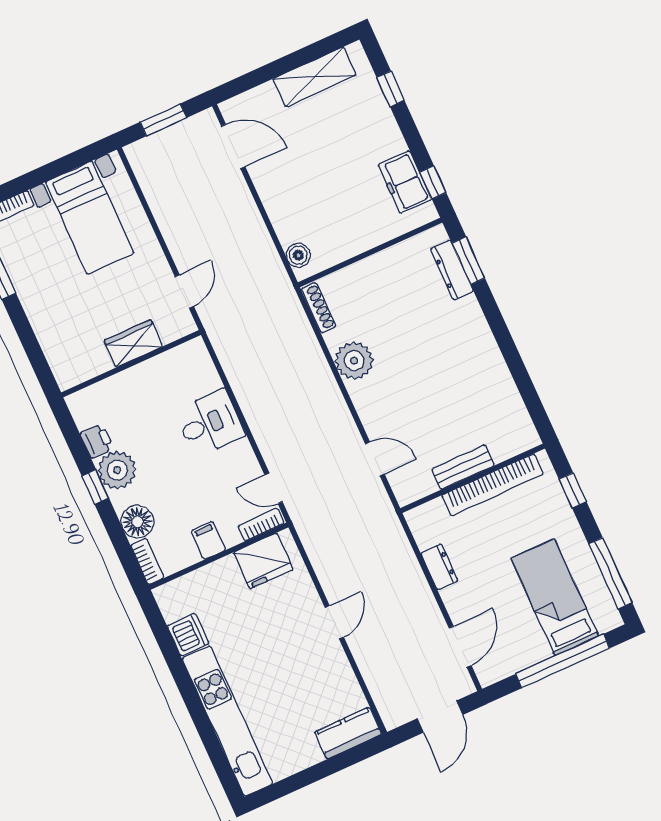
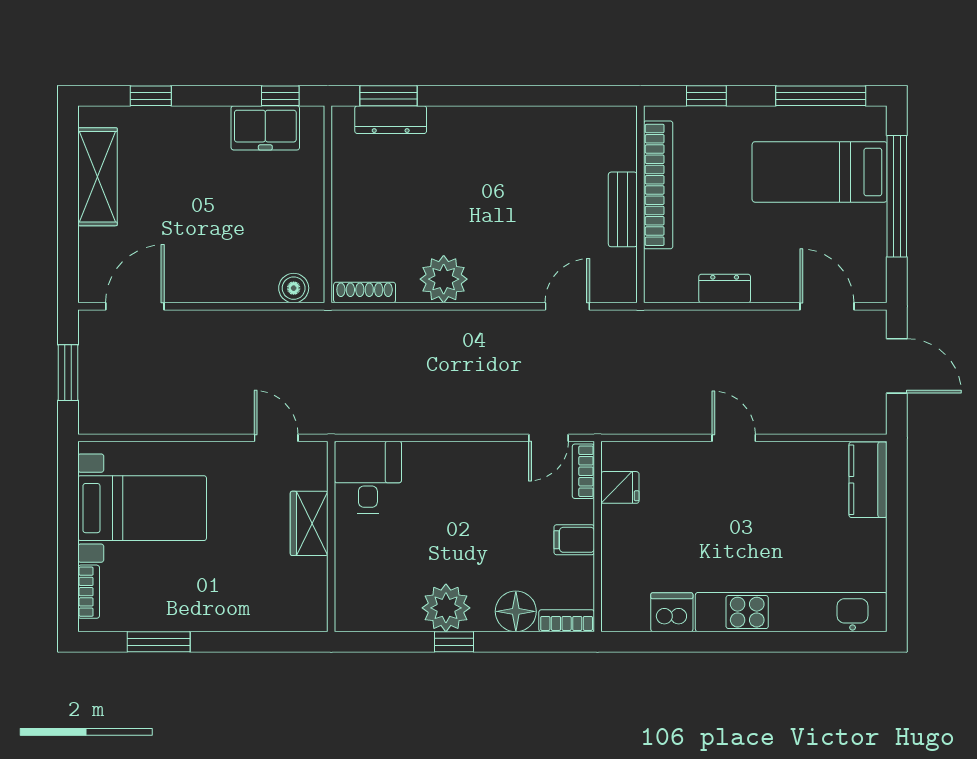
desk: (210, 423) -> (368, 477), moved
printer: (97, 441) -> (402, 616), removed
fridge: (263, 561) -> (620, 487), width x0.53, depth x0.75

